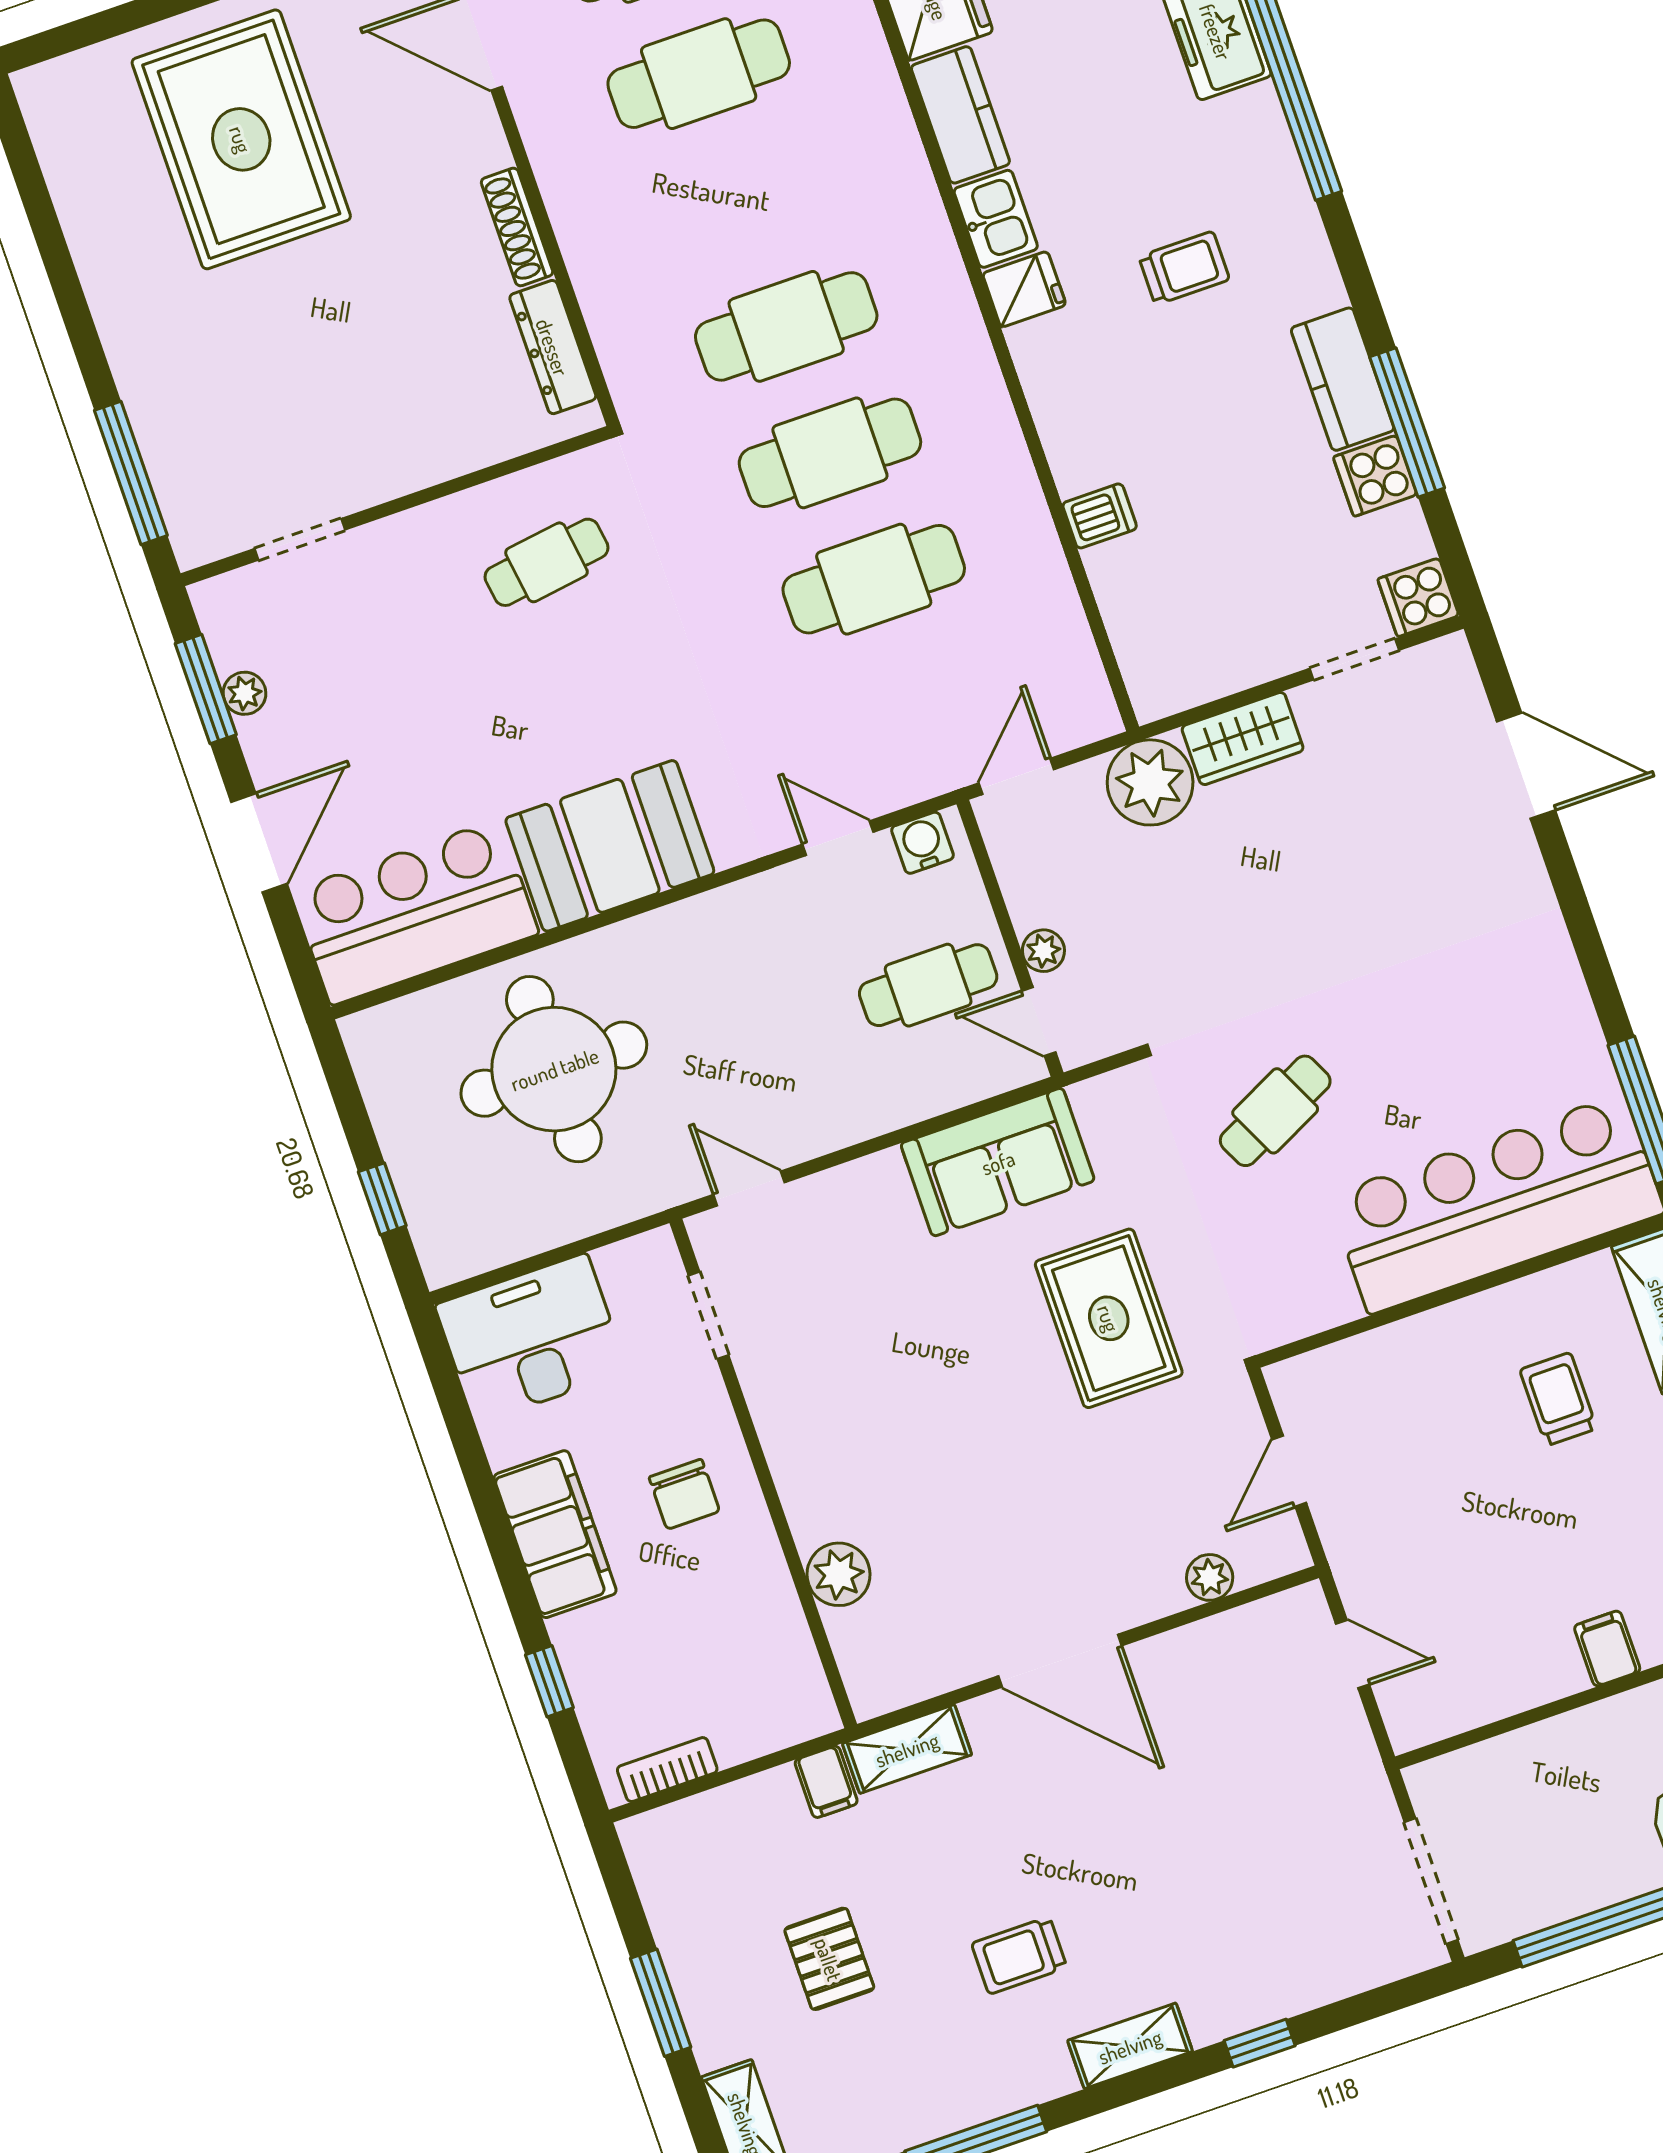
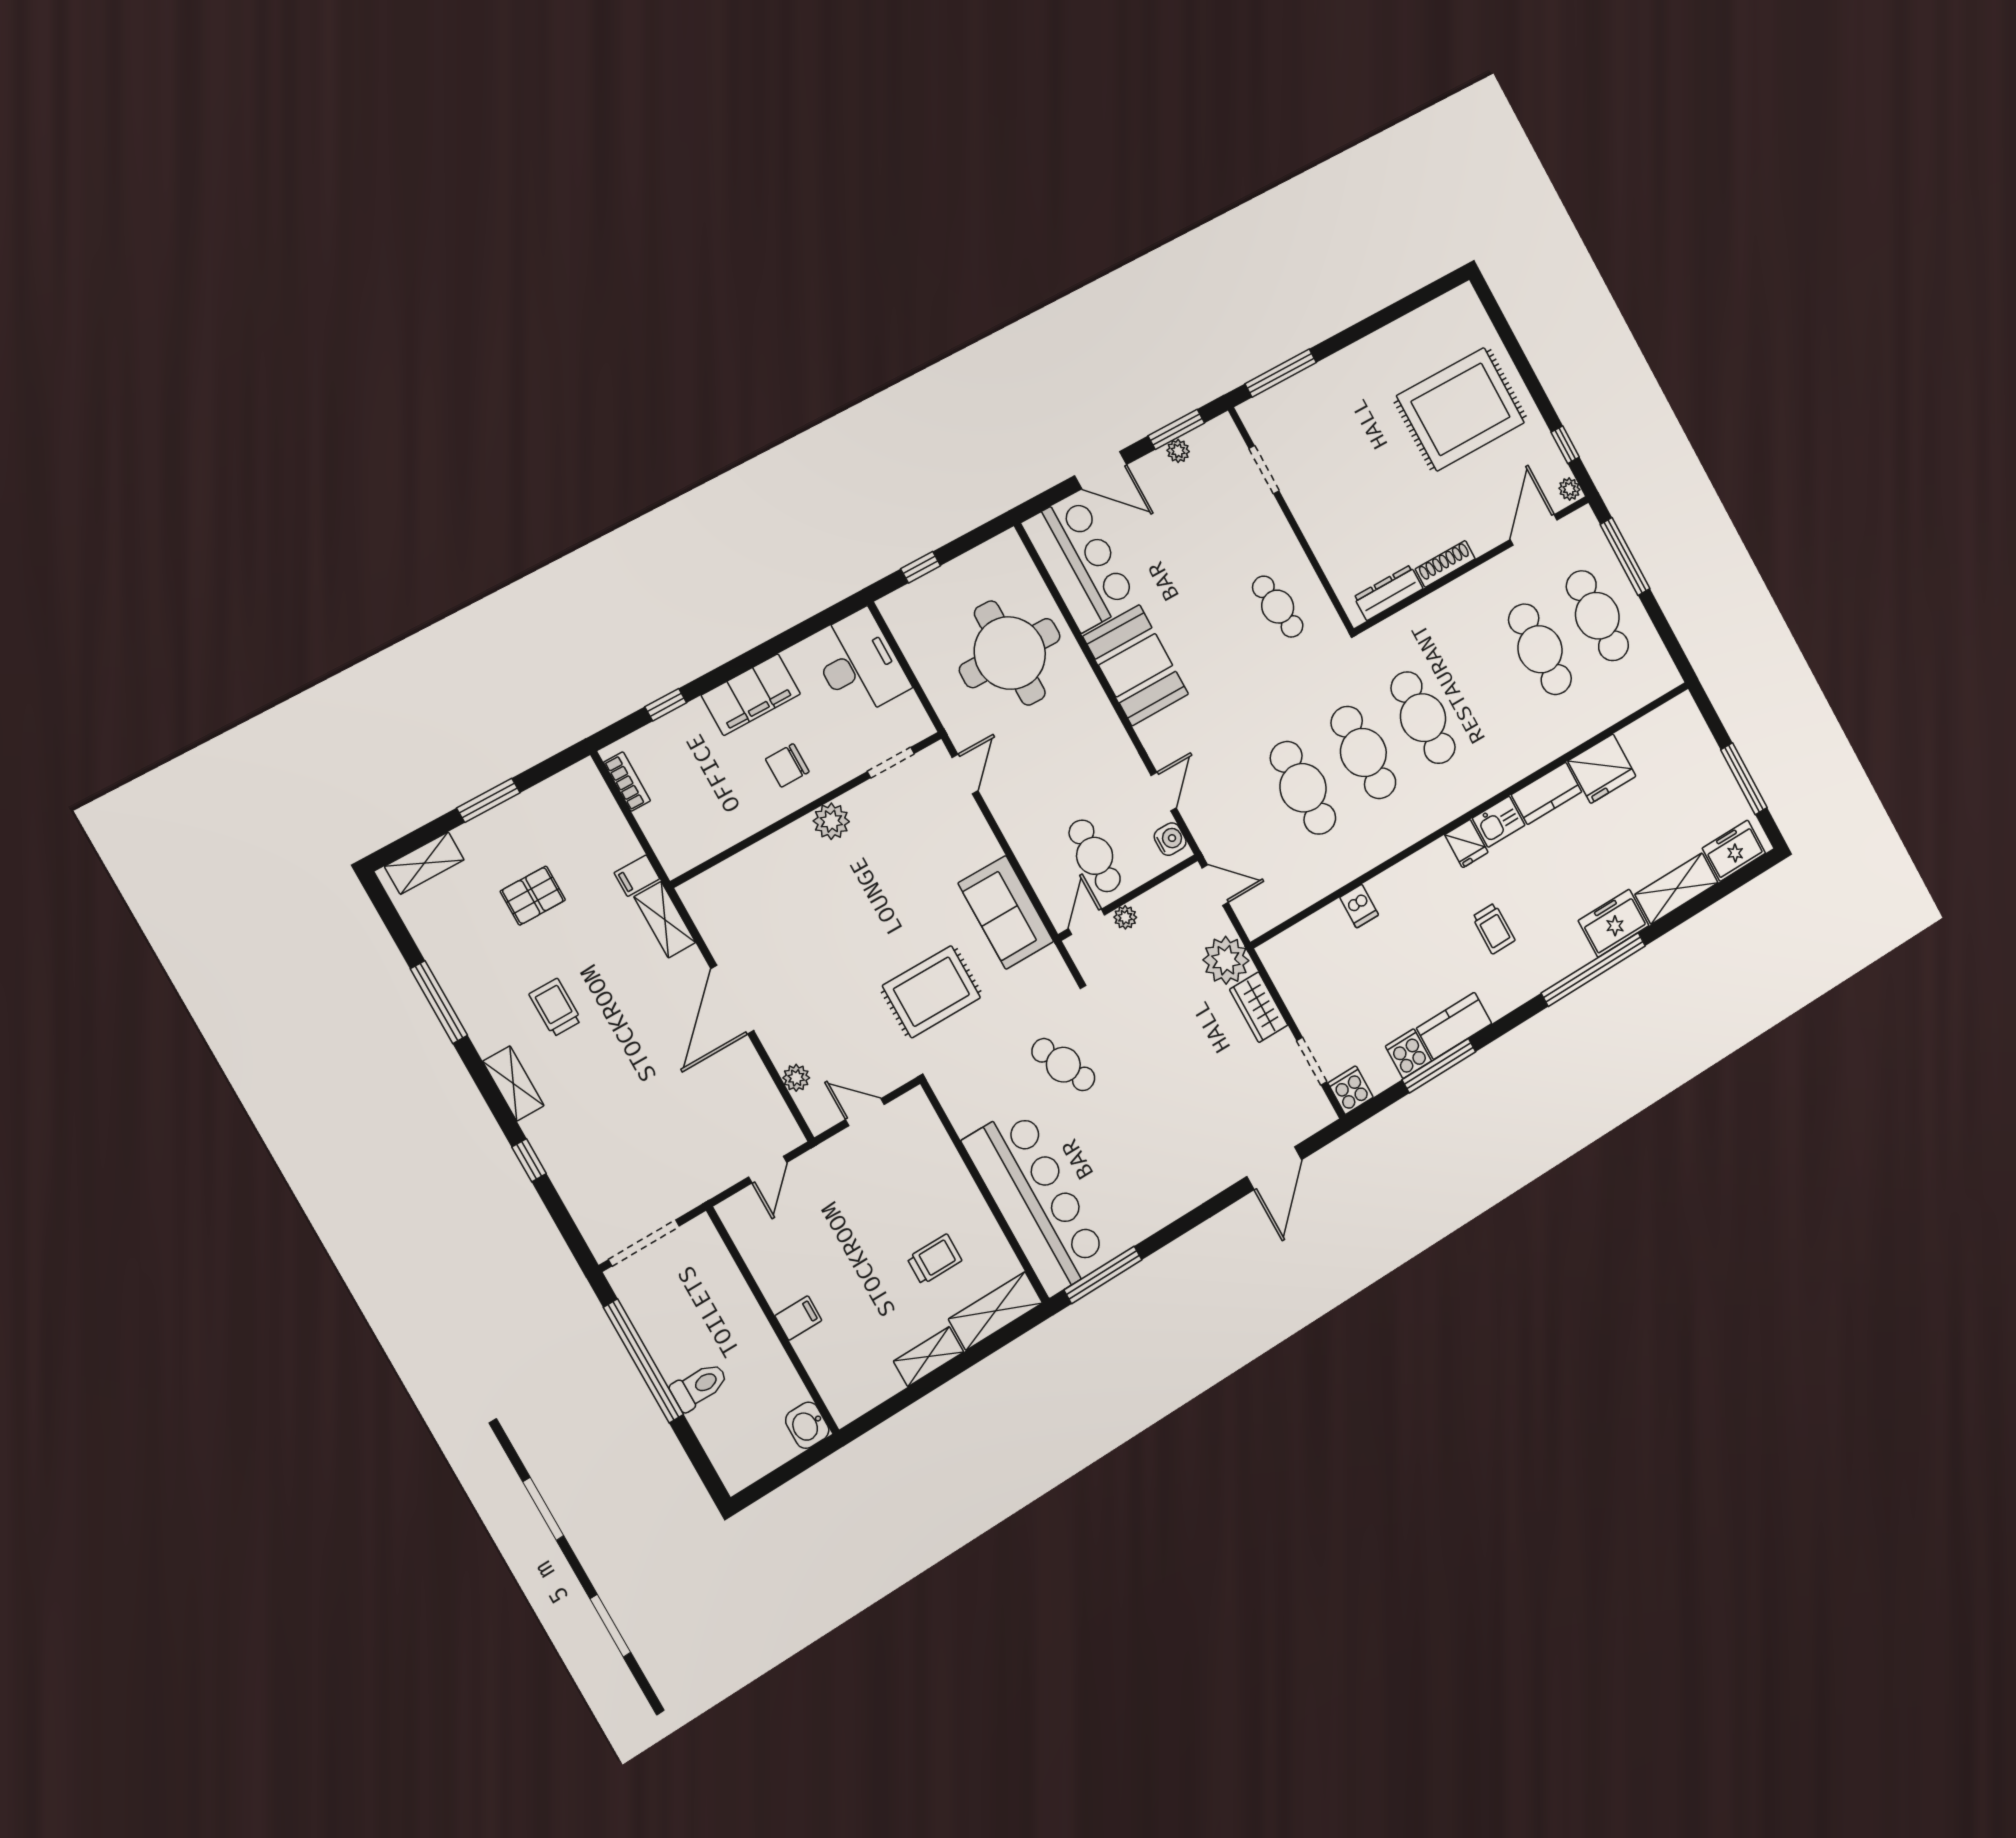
plant: (839, 1574) -> (831, 821), moved

